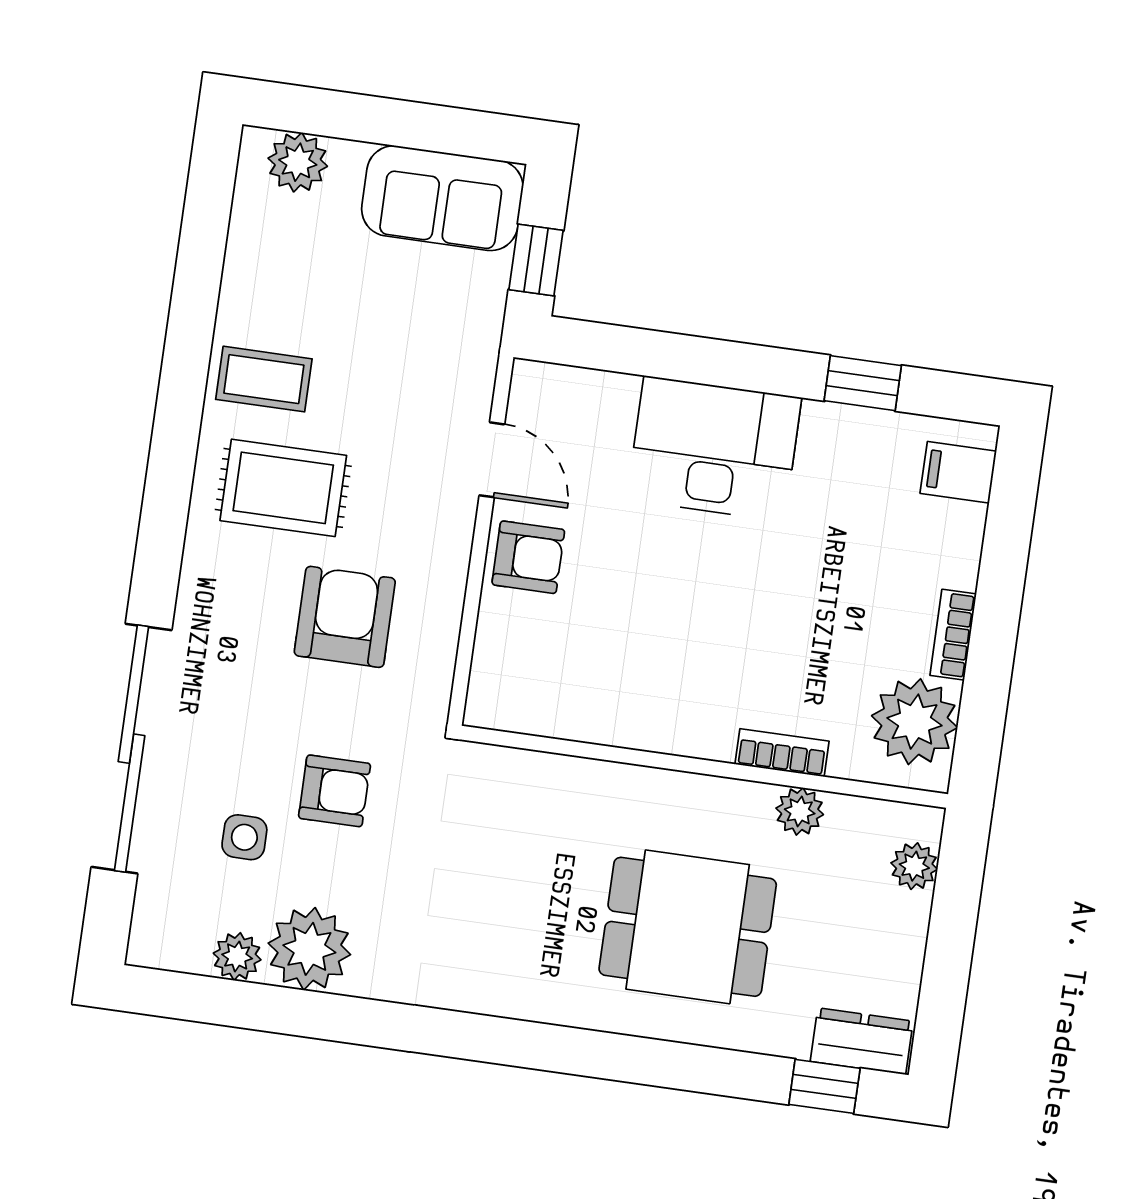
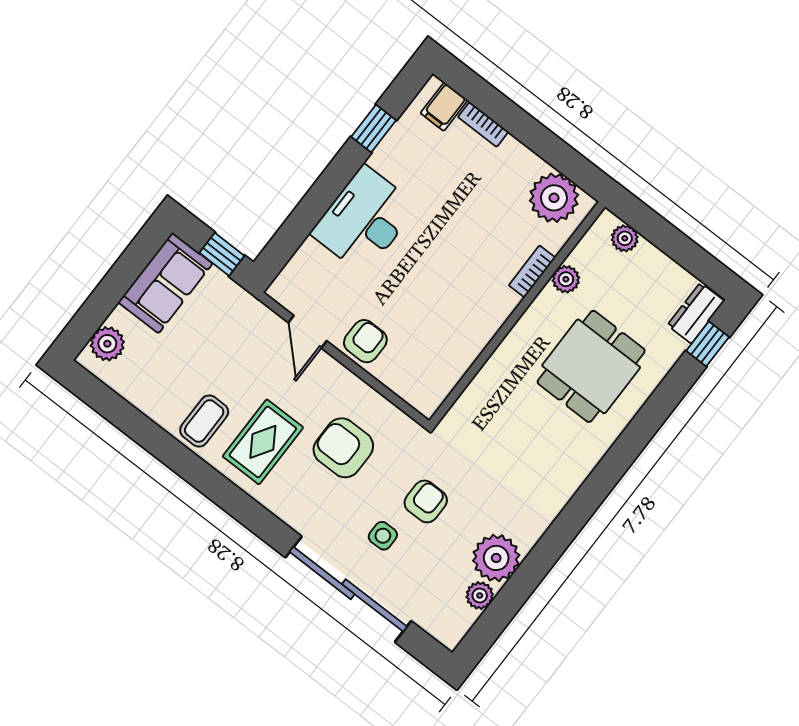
door: (492, 460) -> (307, 332), swing flipped
bookcase: (953, 635) -> (483, 124), moved
side table: (244, 837) -> (383, 536), moved

